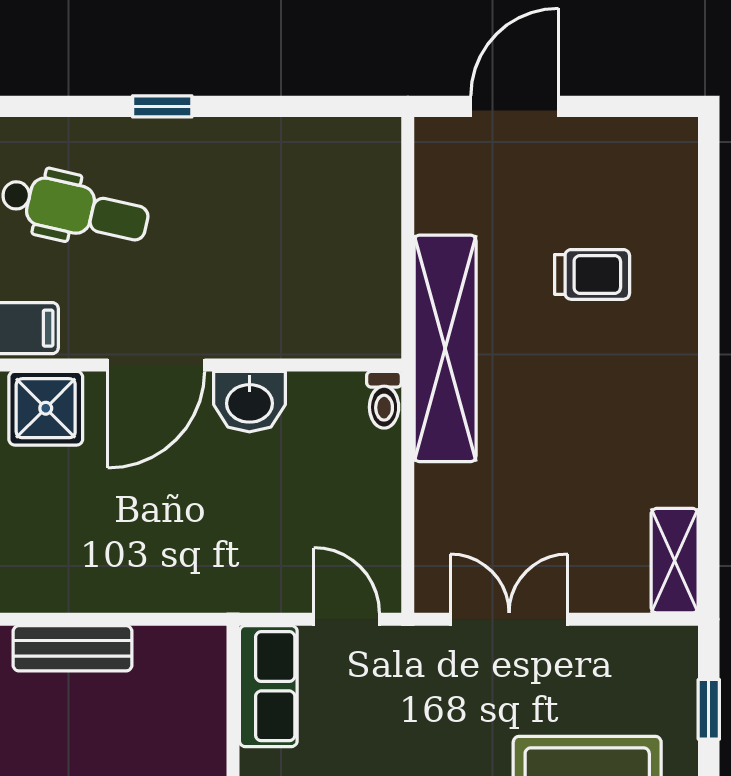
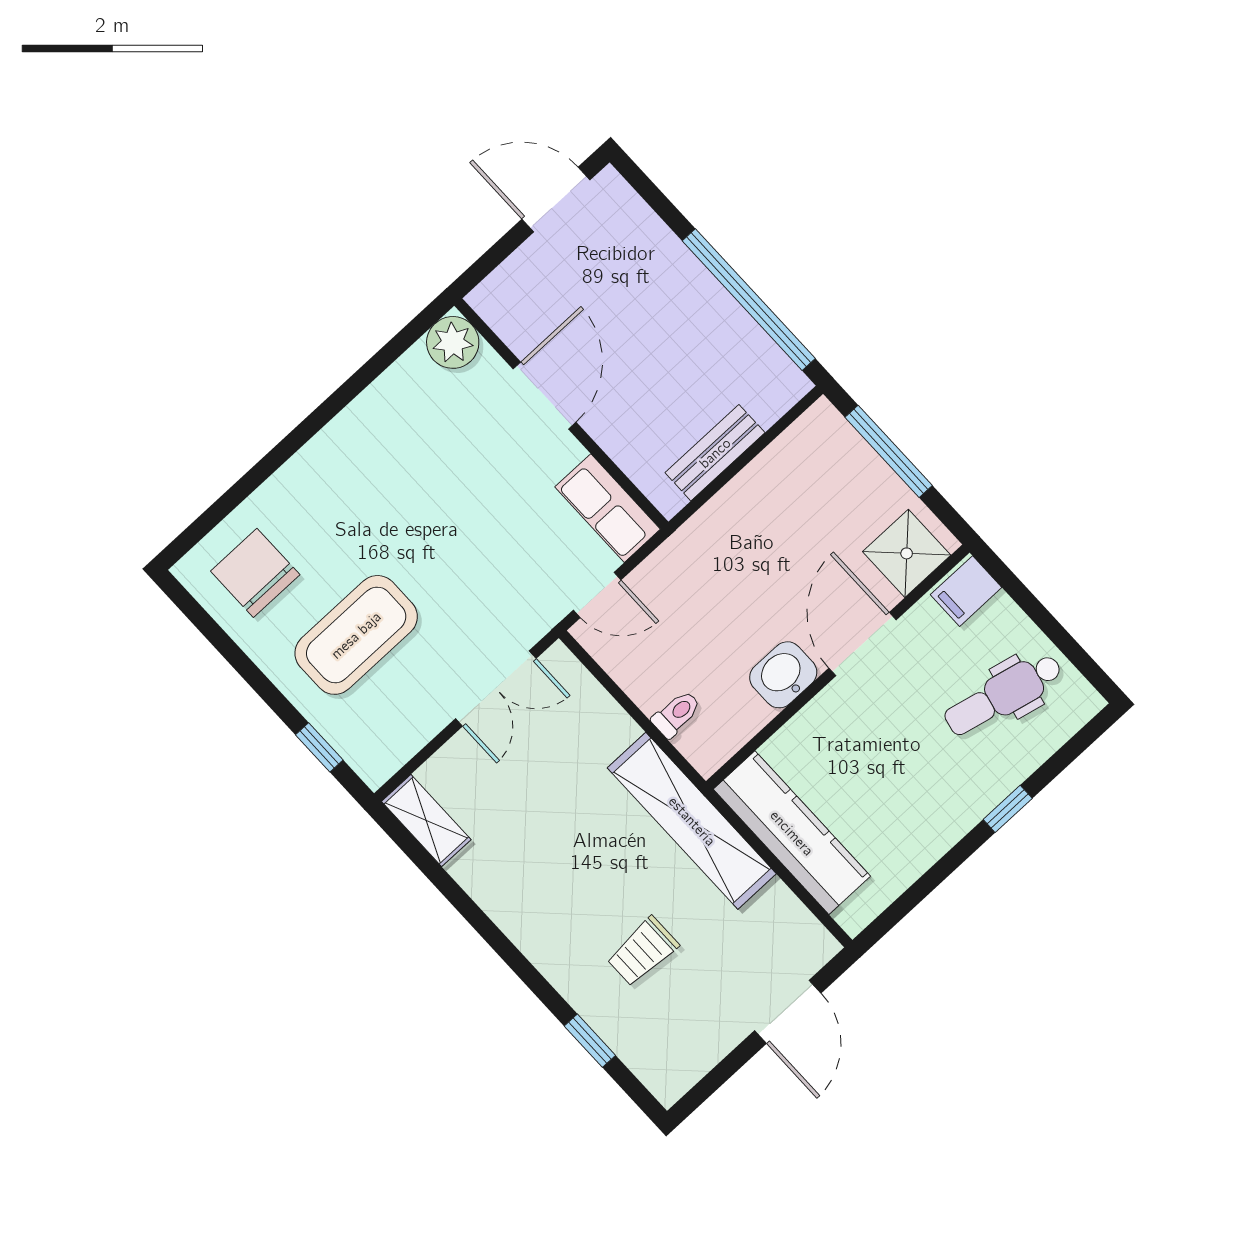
window: (709, 239) -> (590, 1041), added
kitchen counter: (368, 258) -> (792, 833), added
toilet: (384, 400) -> (676, 714), moved, turned 90
bench: (73, 648) -> (715, 453), moved

